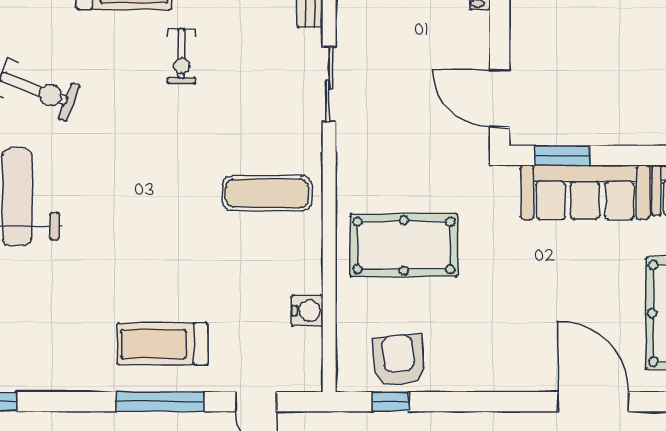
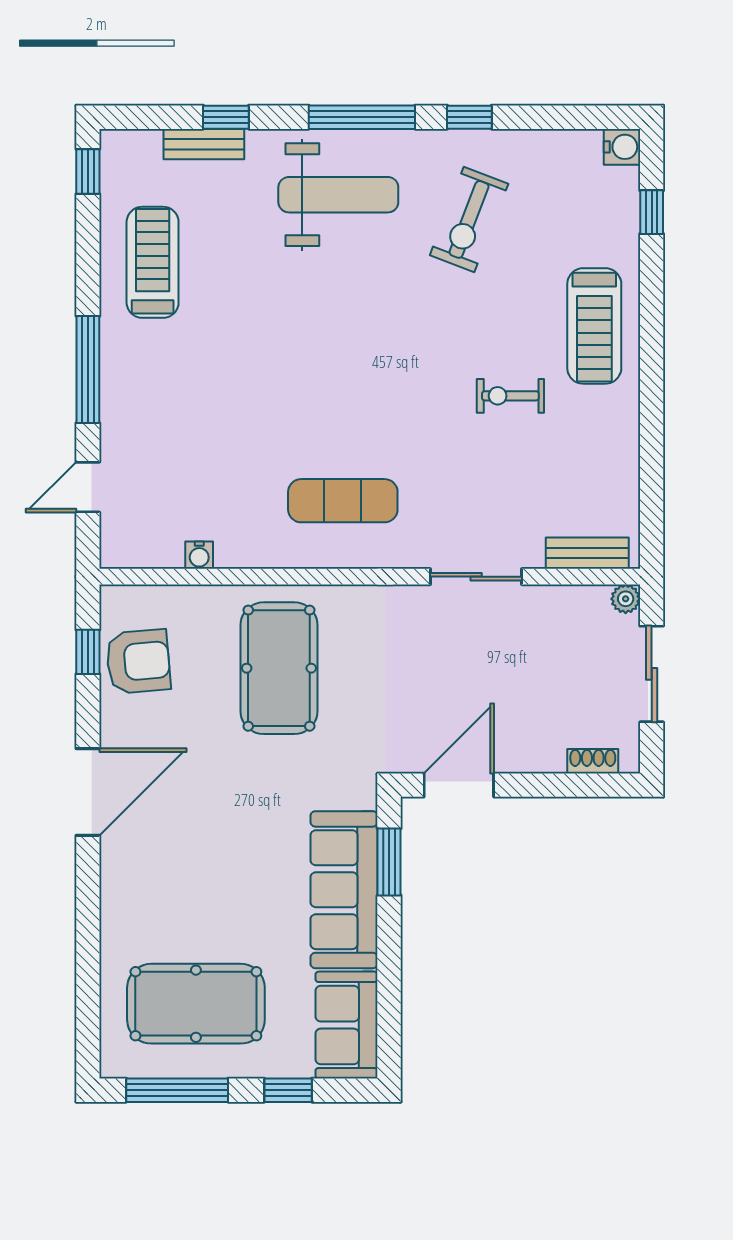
exercise mat: (267, 193) -> (343, 501), turned 90
water cooler: (307, 311) -> (199, 555), width x0.72, depth x0.72
treadmill: (163, 344) -> (153, 262), moved
door: (593, 402) -> (88, 792), moved

